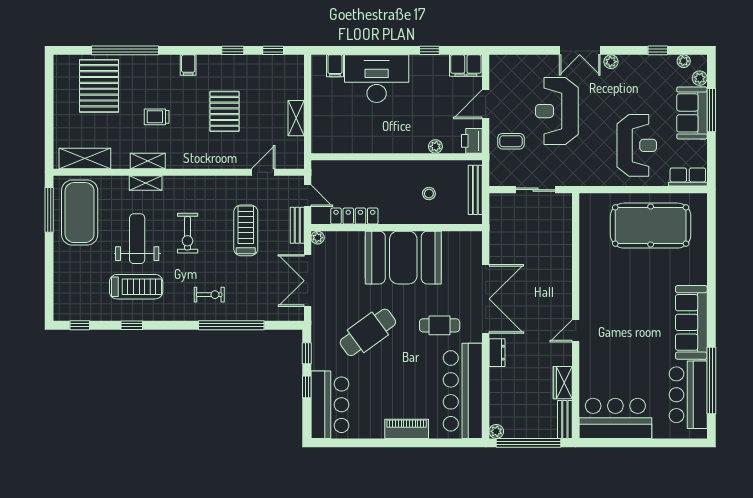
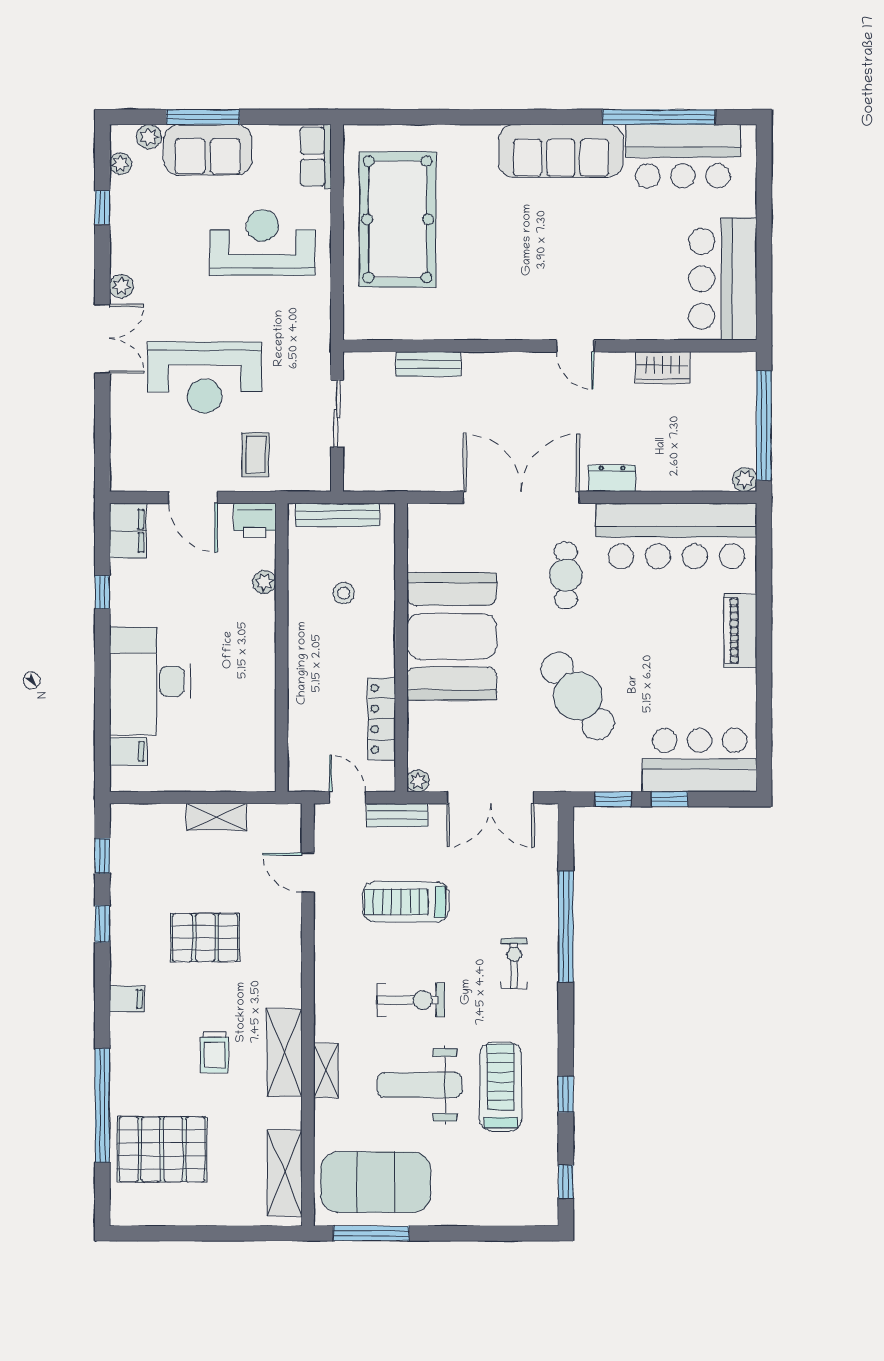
shelving: (148, 161) -> (284, 1053), width x1.50, depth x1.33
door: (308, 196) -> (347, 798), hinge flipped
bench: (565, 419) -> (428, 364), moved

